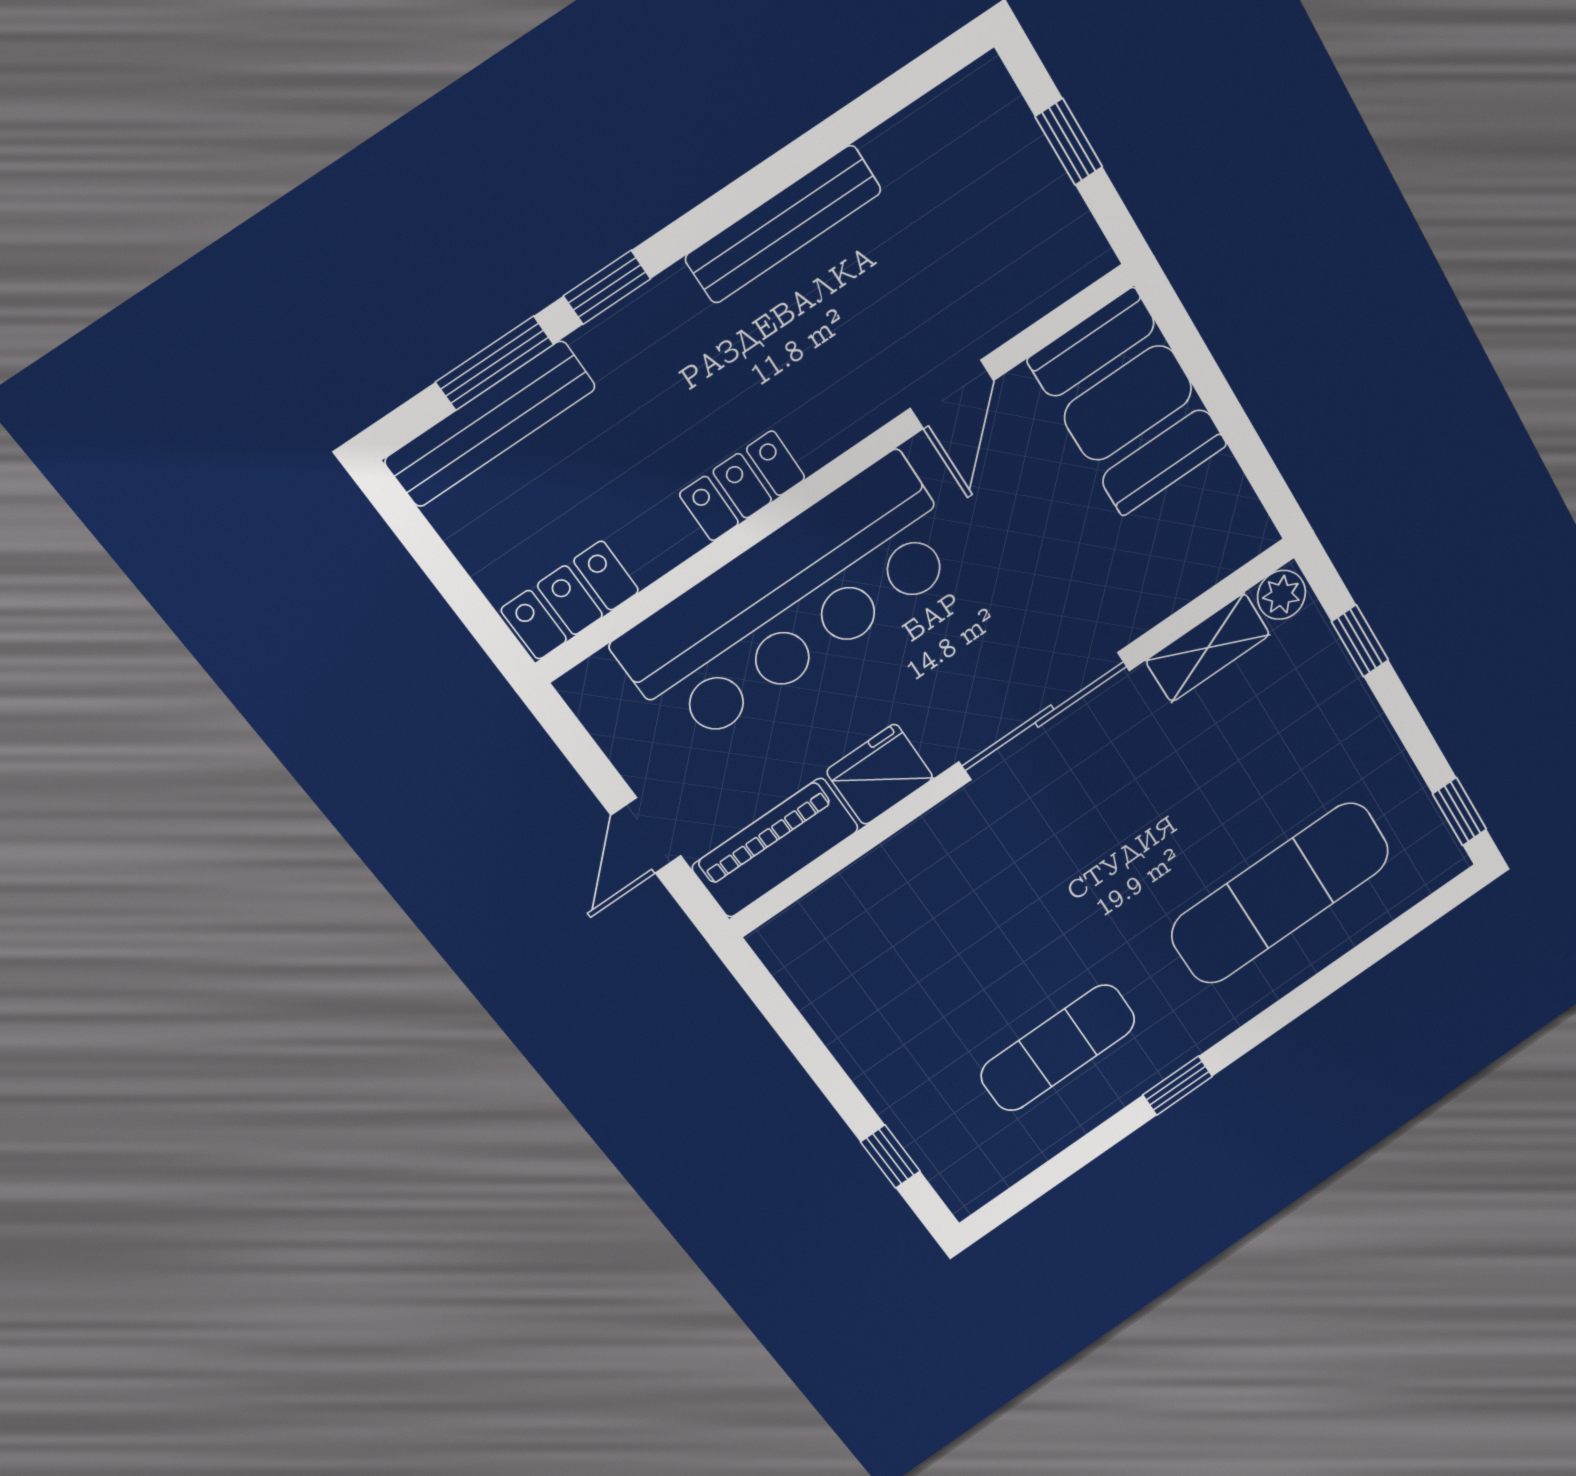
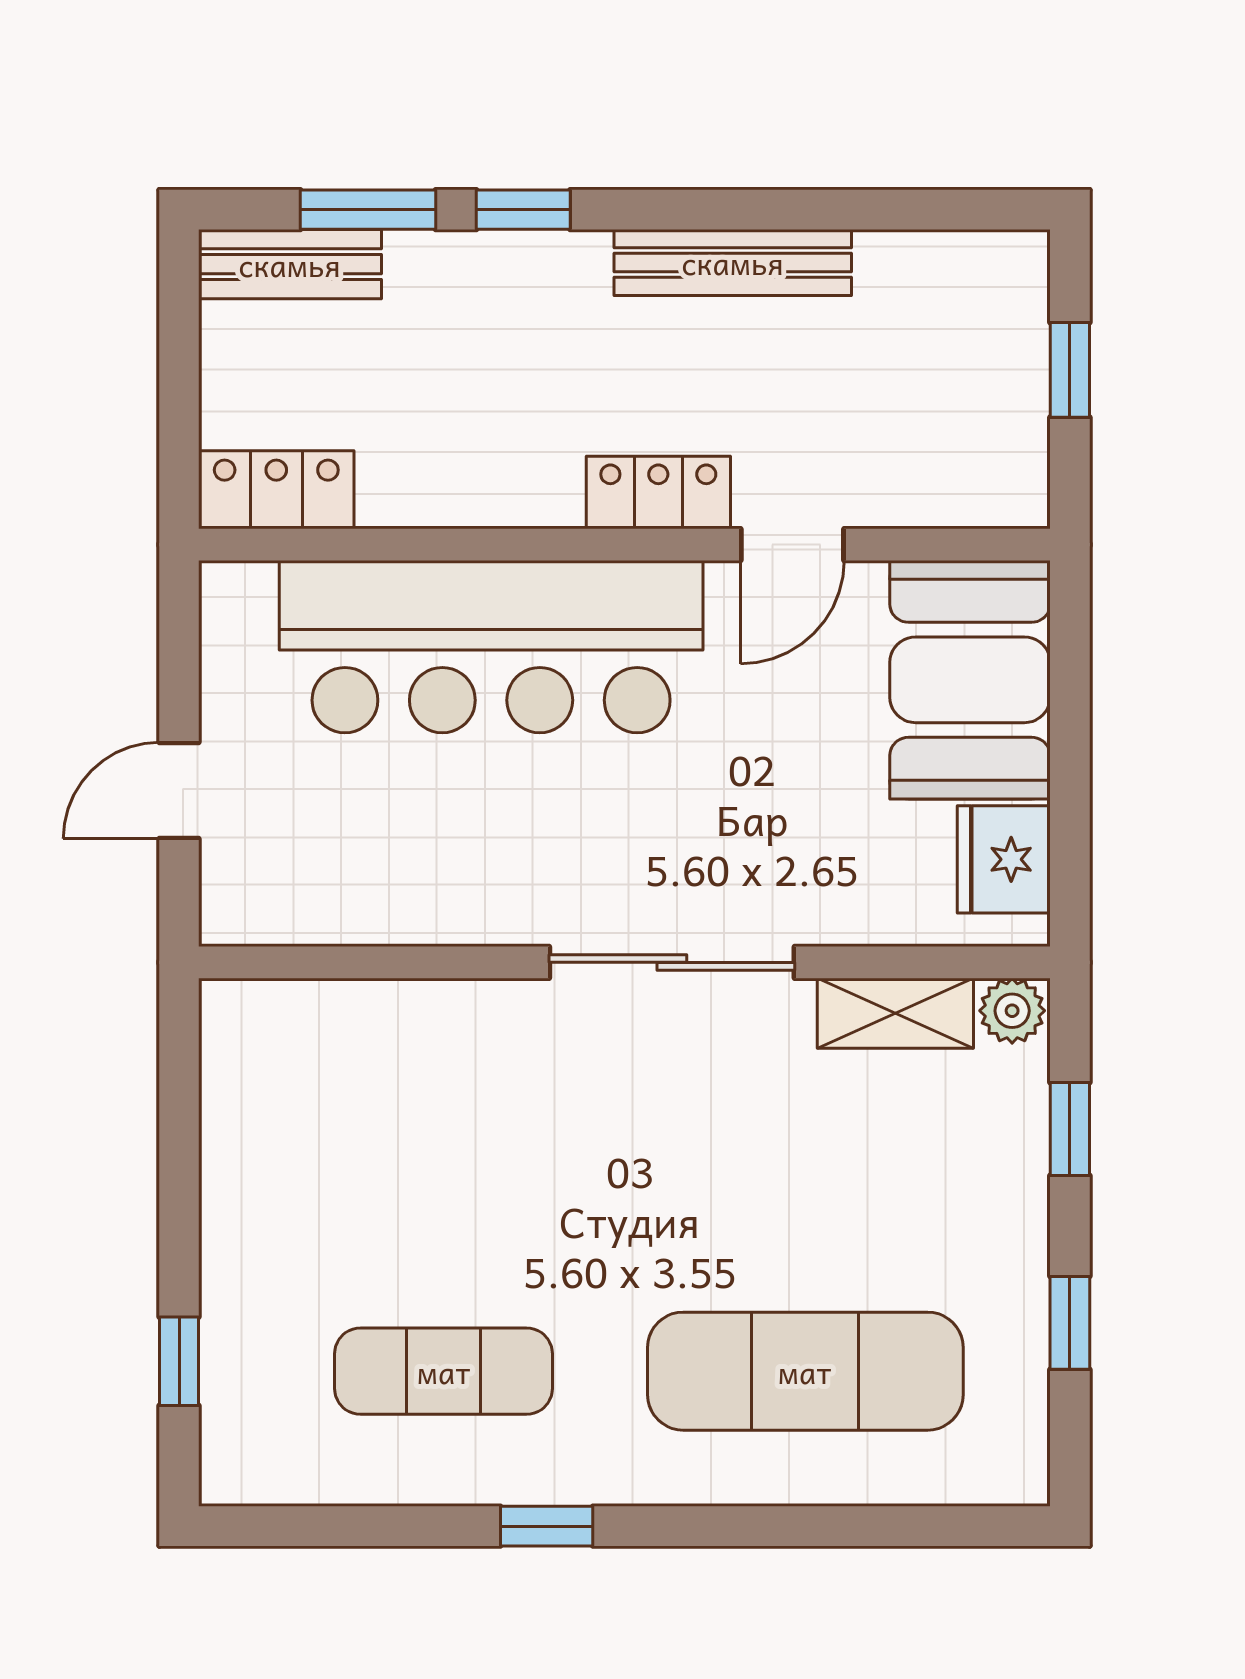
bench: (490, 424) -> (290, 264), width x0.73
locker: (742, 486) -> (658, 492), moved
fridge: (880, 774) -> (1004, 859), moved, turned -90
window: (1460, 812) -> (1070, 1323), moved
piano: (775, 848) -> (299, 902), removed

